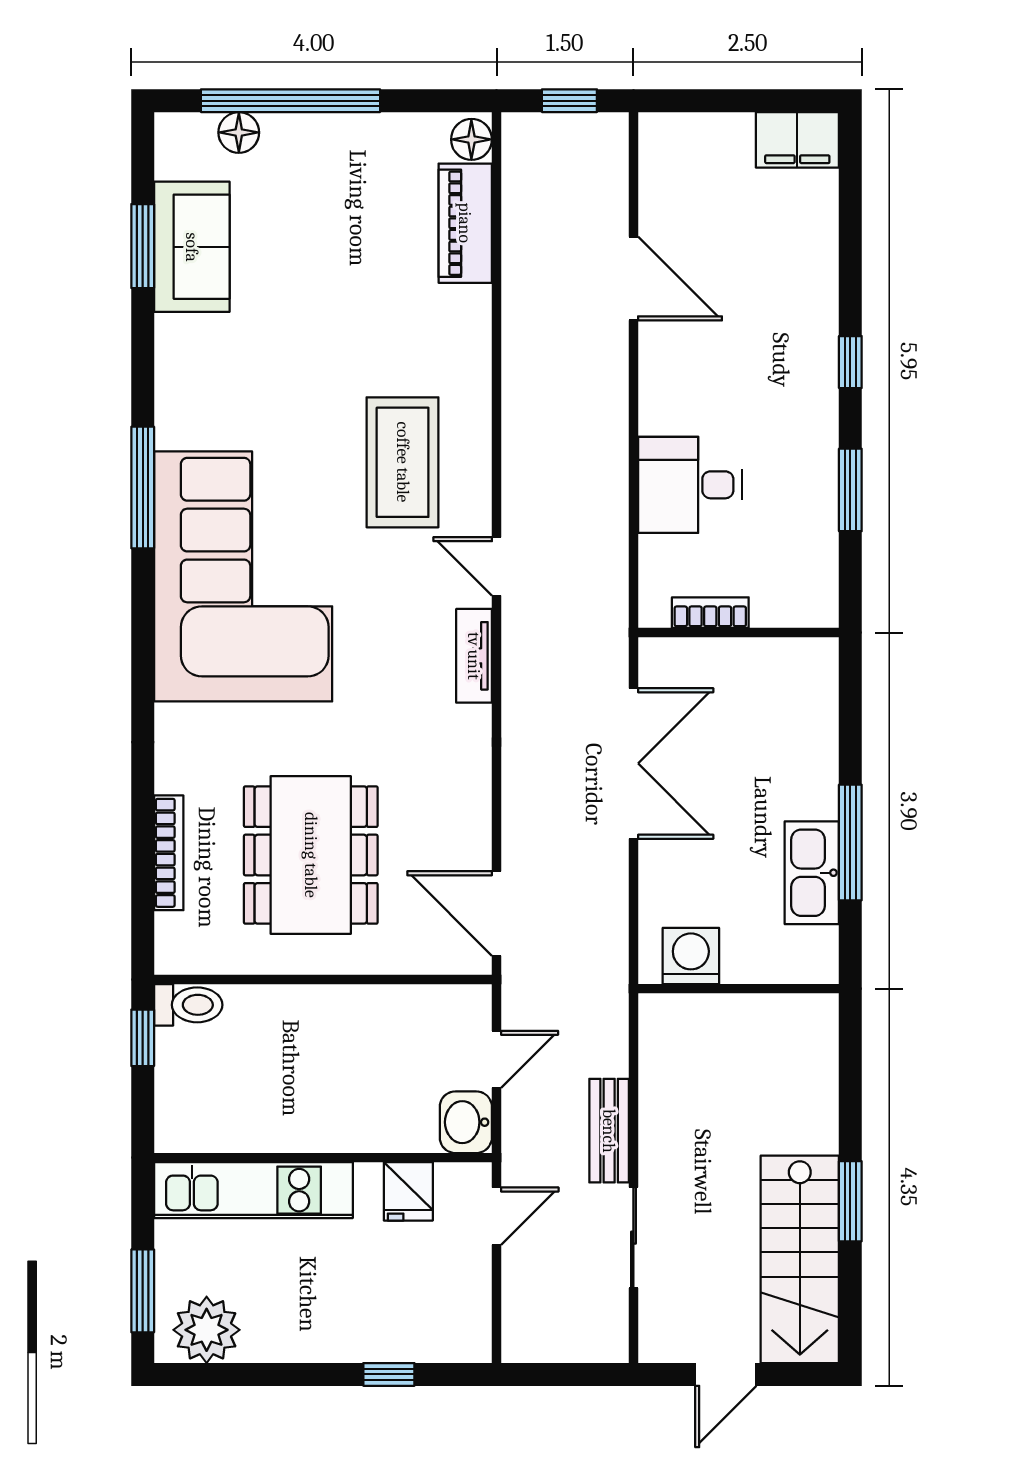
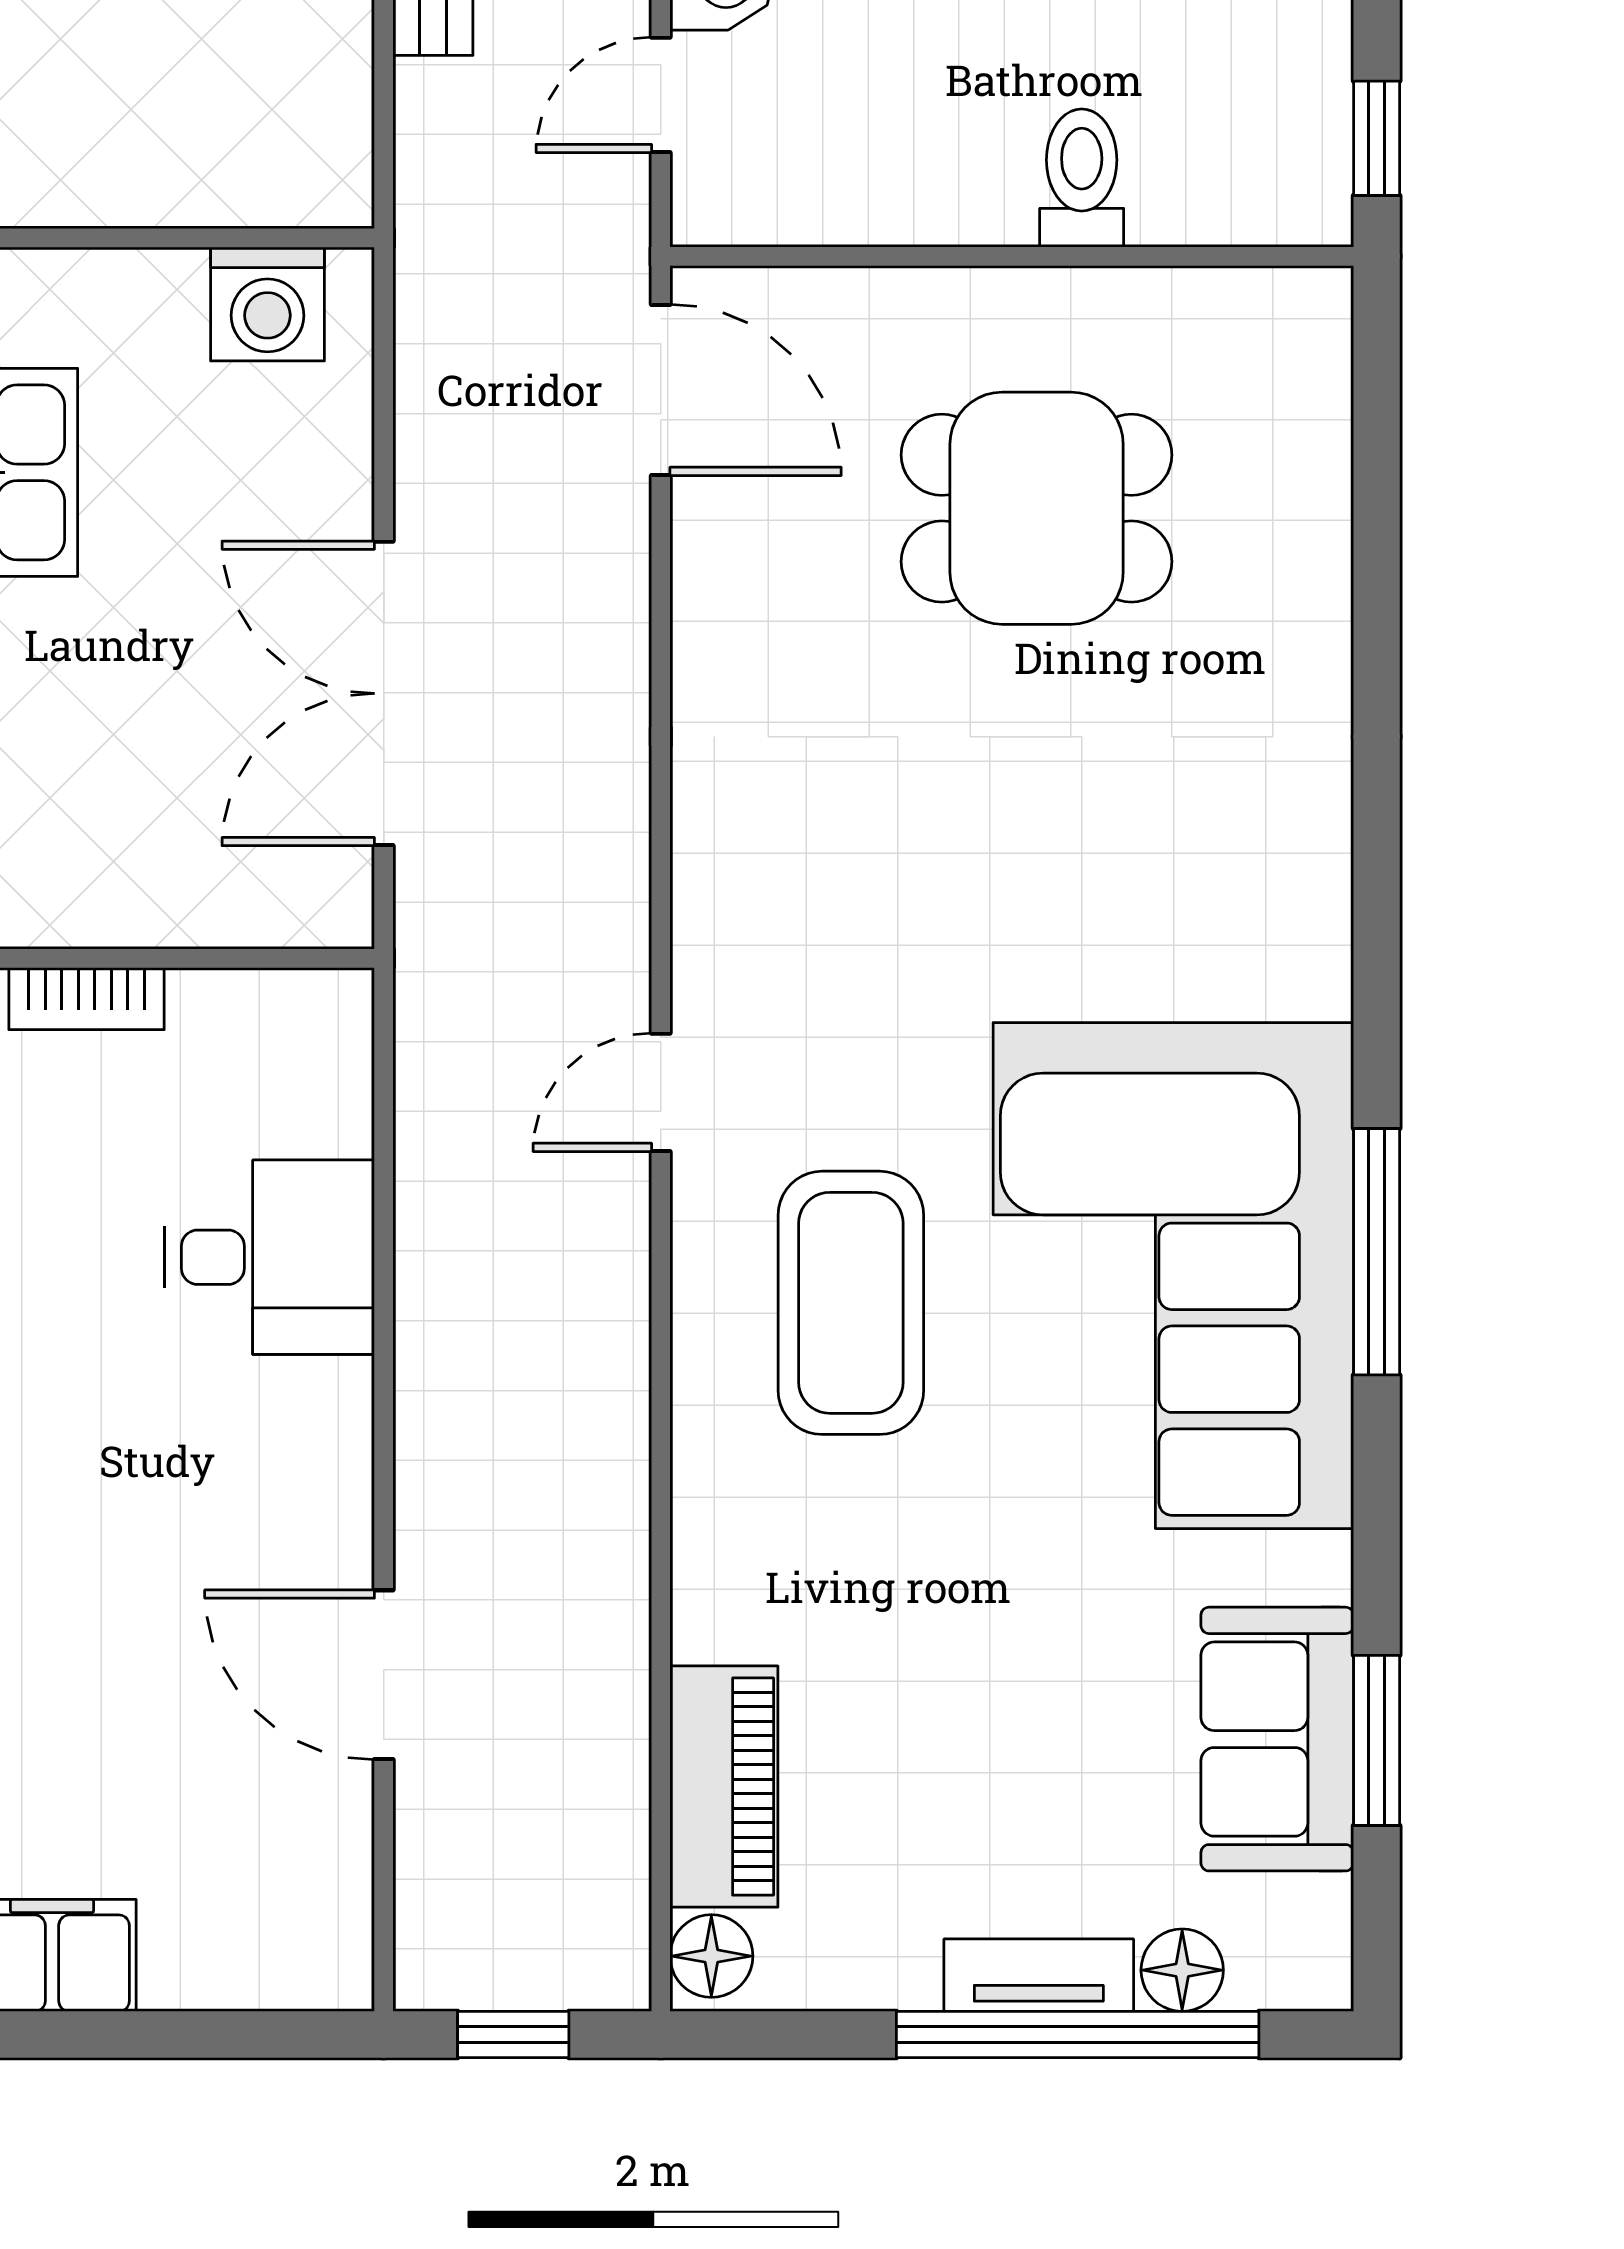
door: (497, 566) -> (661, 1092), swing flipped
corner sofa: (243, 576) -> (1173, 1276), moved
bookcase: (710, 613) -> (87, 999), moved
tv unit: (474, 656) -> (1039, 1975), moved, turned -90
bookcase: (169, 853) -> (1324, 513), removed
dining table: (311, 855) -> (1037, 508), width x0.73
toilet: (188, 1005) -> (1082, 178), moved, turned 90

